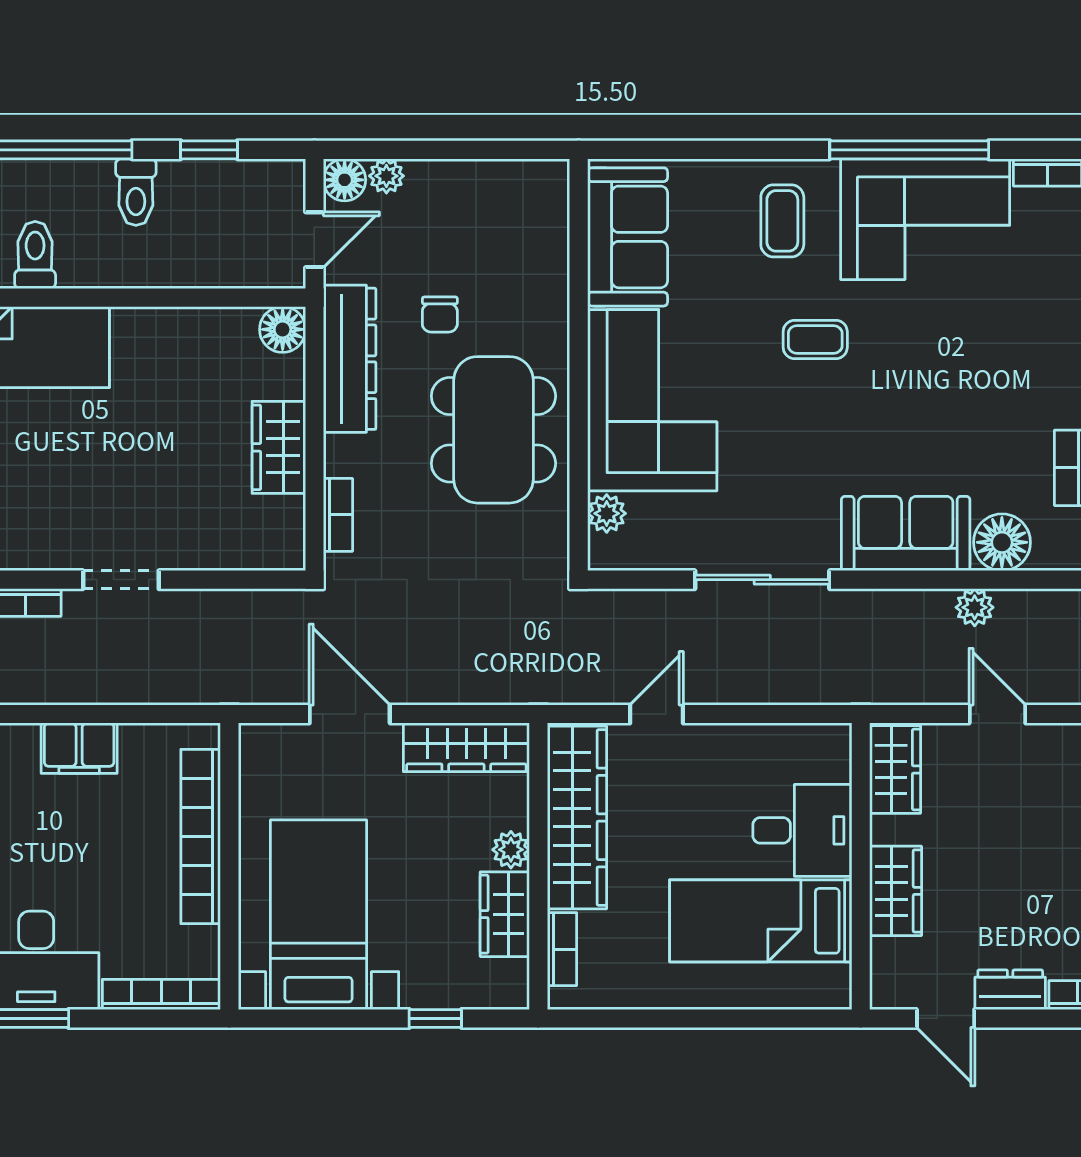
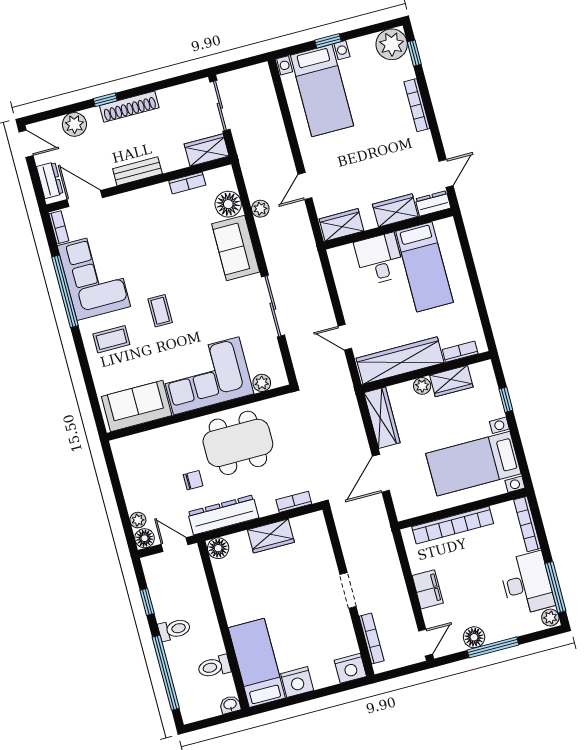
dresser: (1010, 990) -> (433, 203), moved, turned 90

